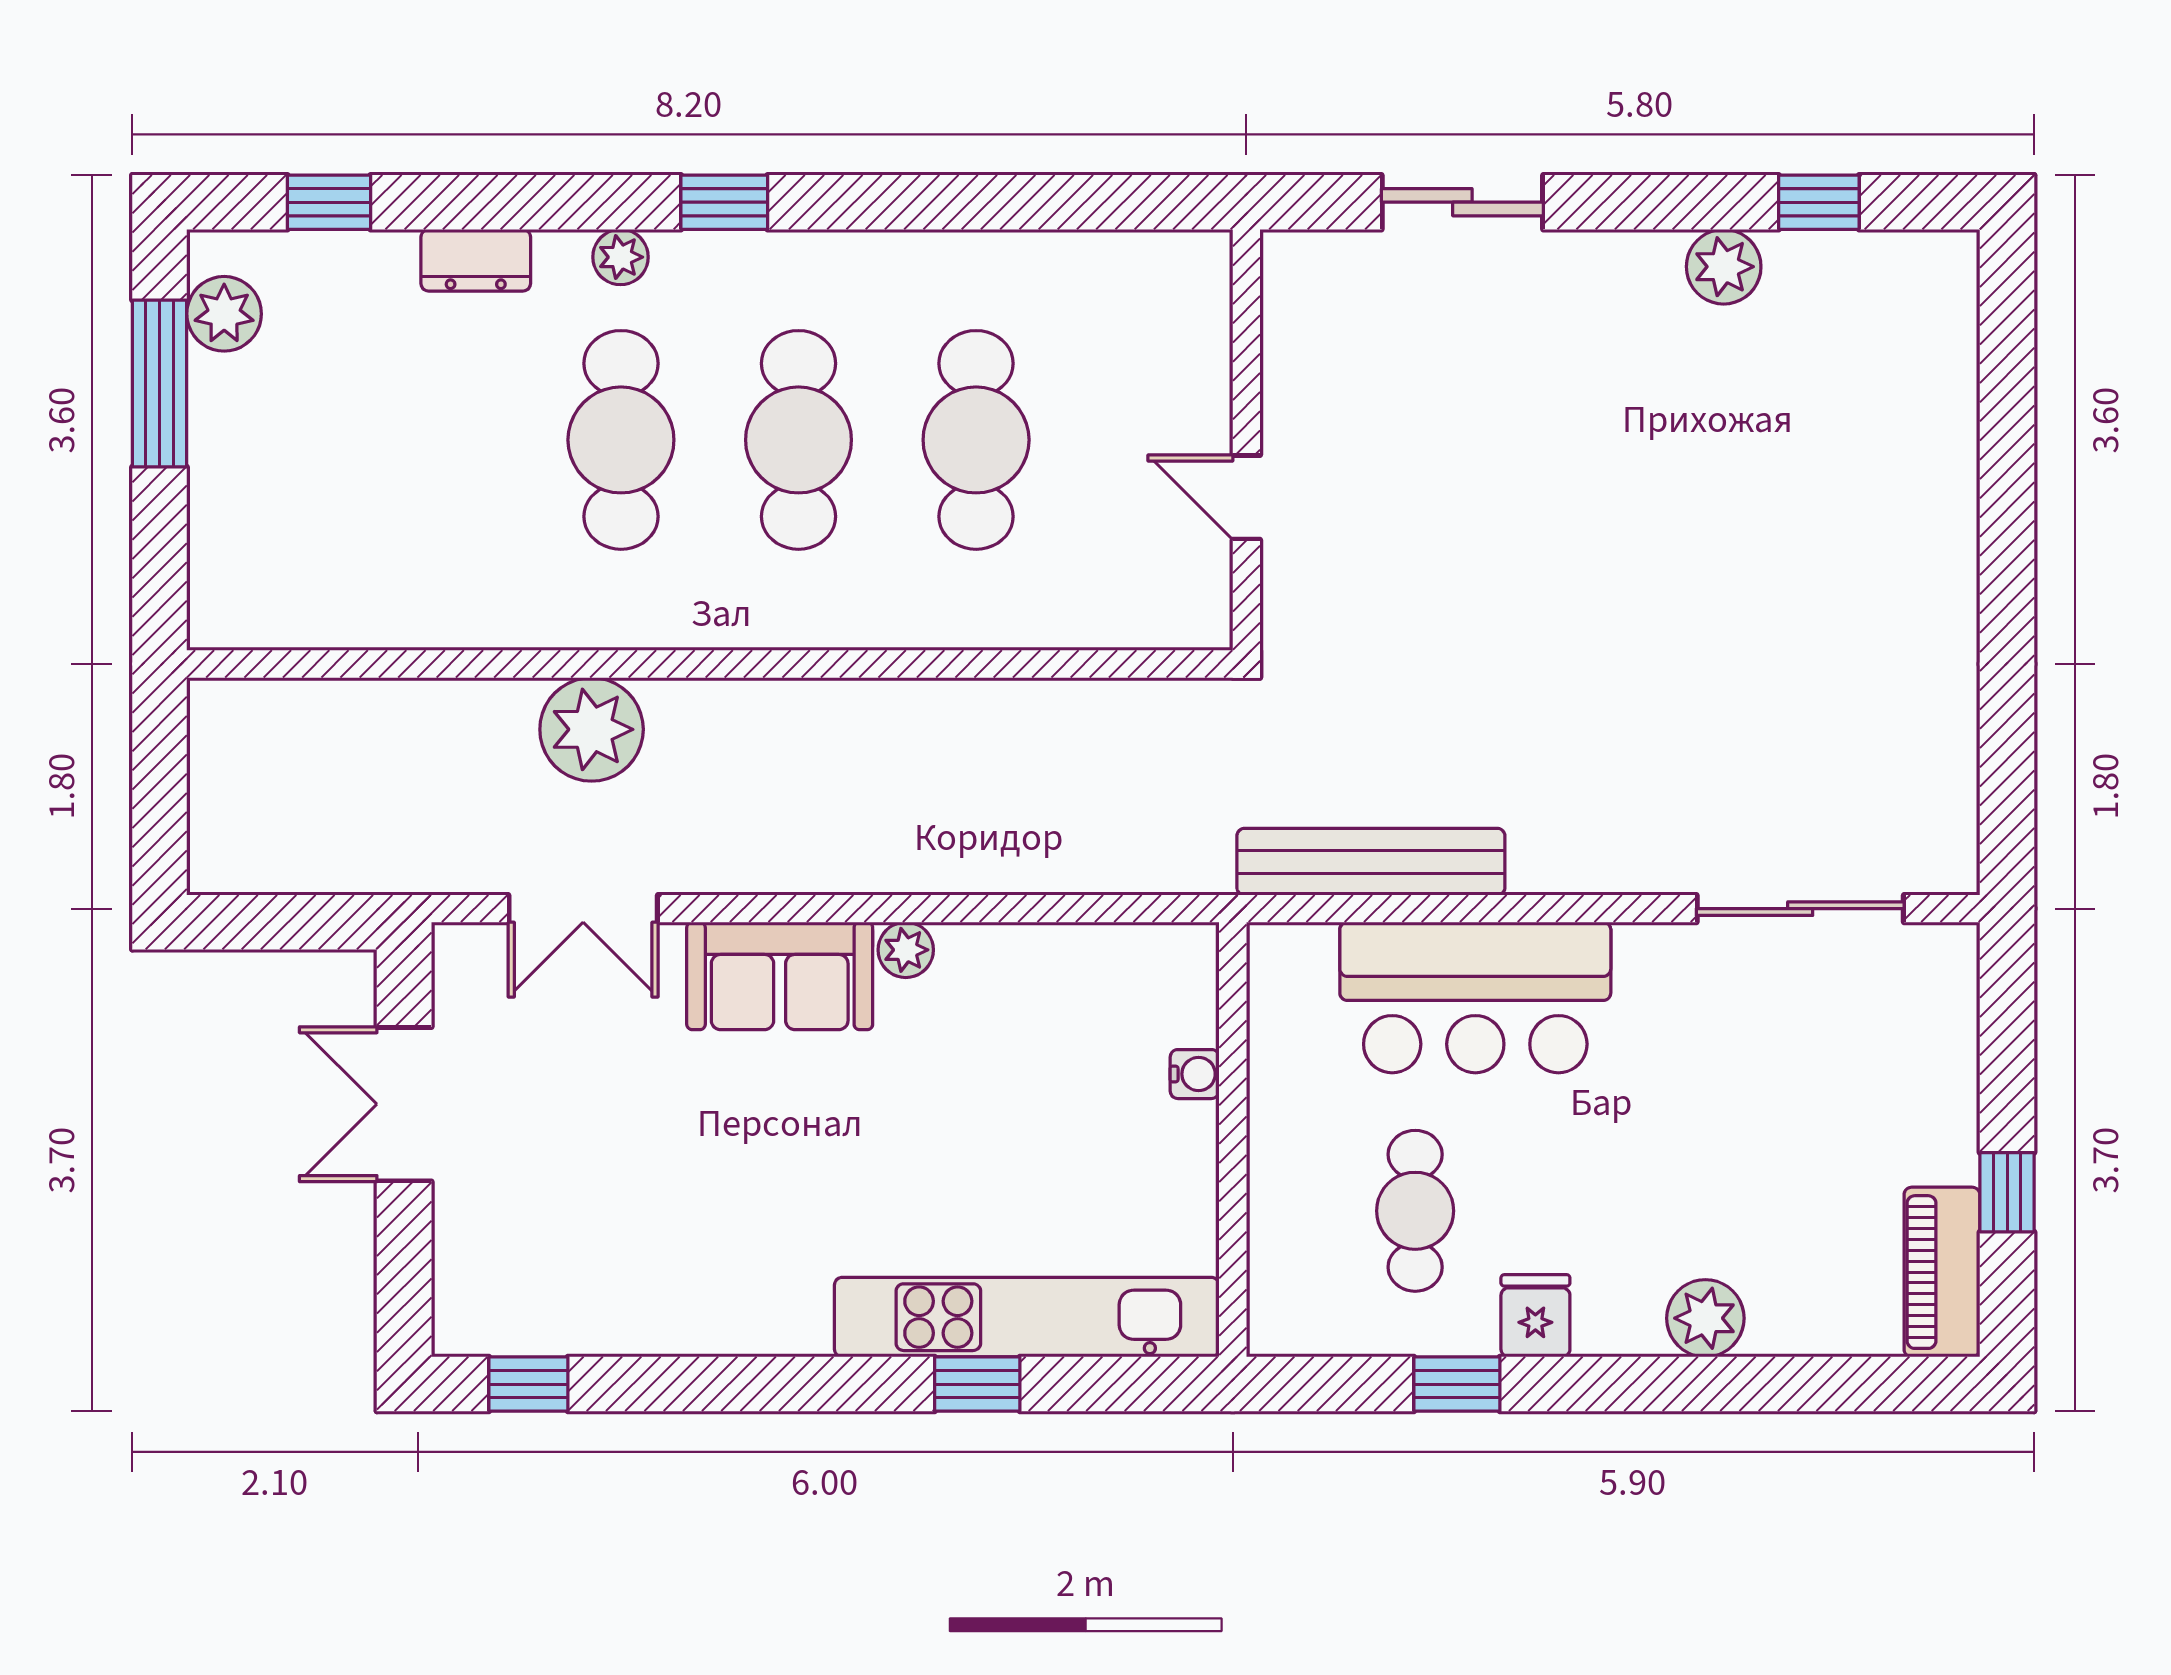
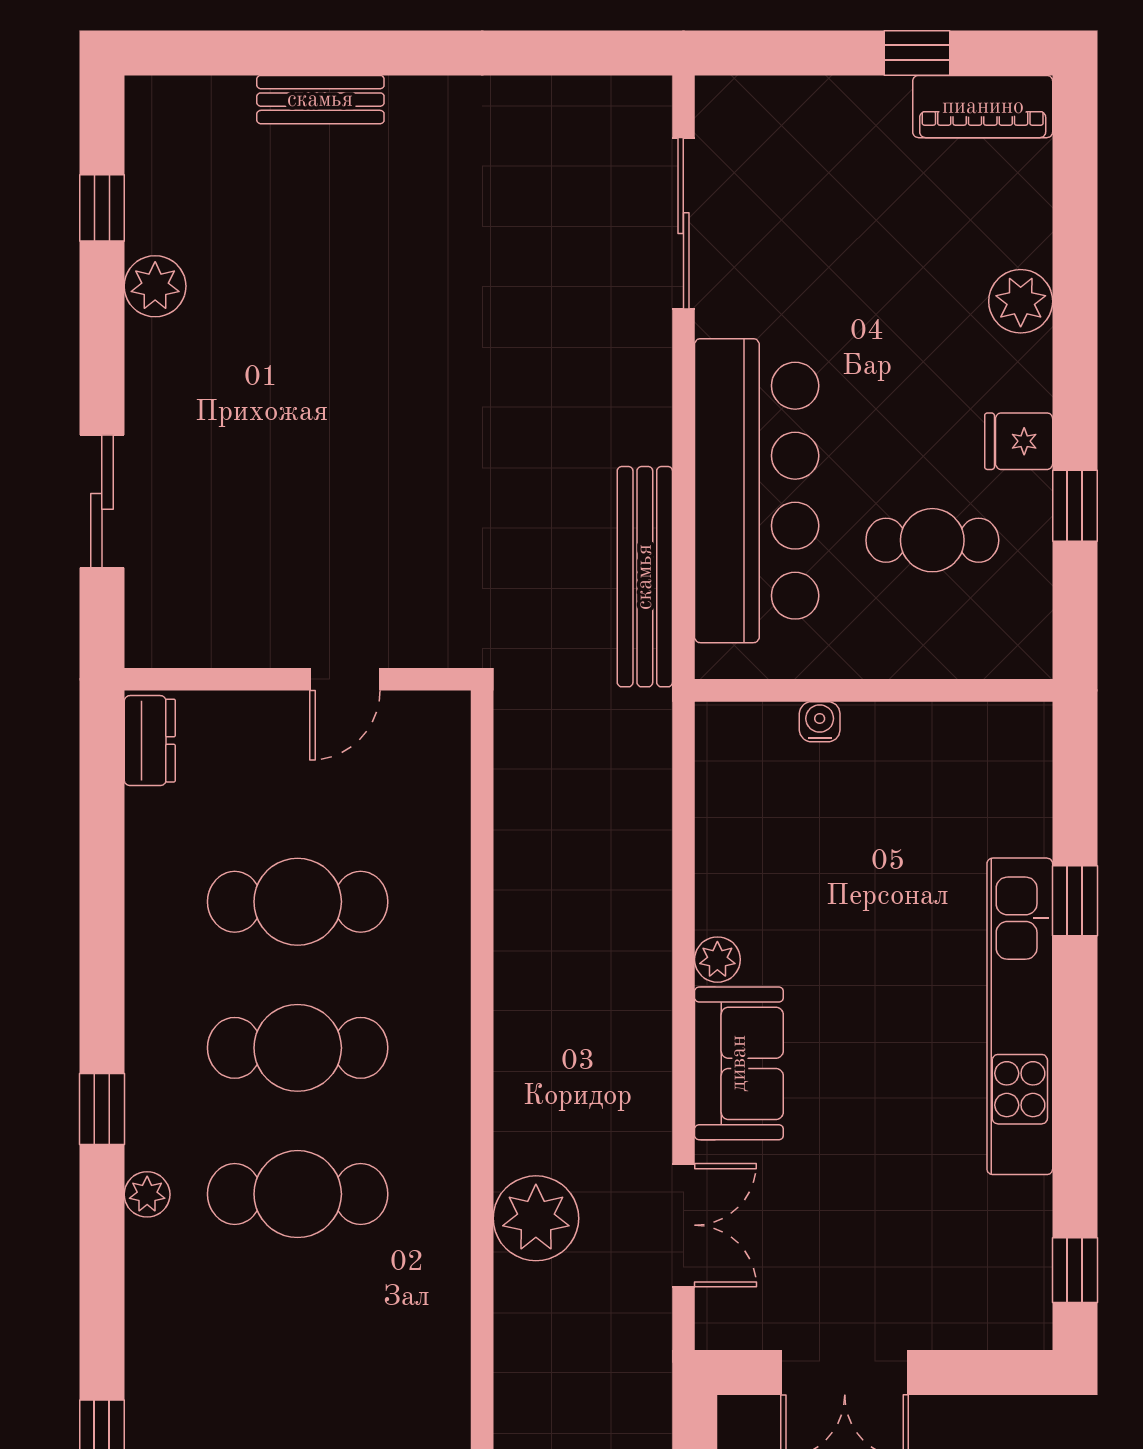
dresser: (476, 260) -> (150, 741), moved
bench: (1950, 468) -> (320, 100), added
bar counter: (1475, 997) -> (757, 491), width x1.36
kitchen unit: (1027, 1317) -> (1020, 1016), moved

